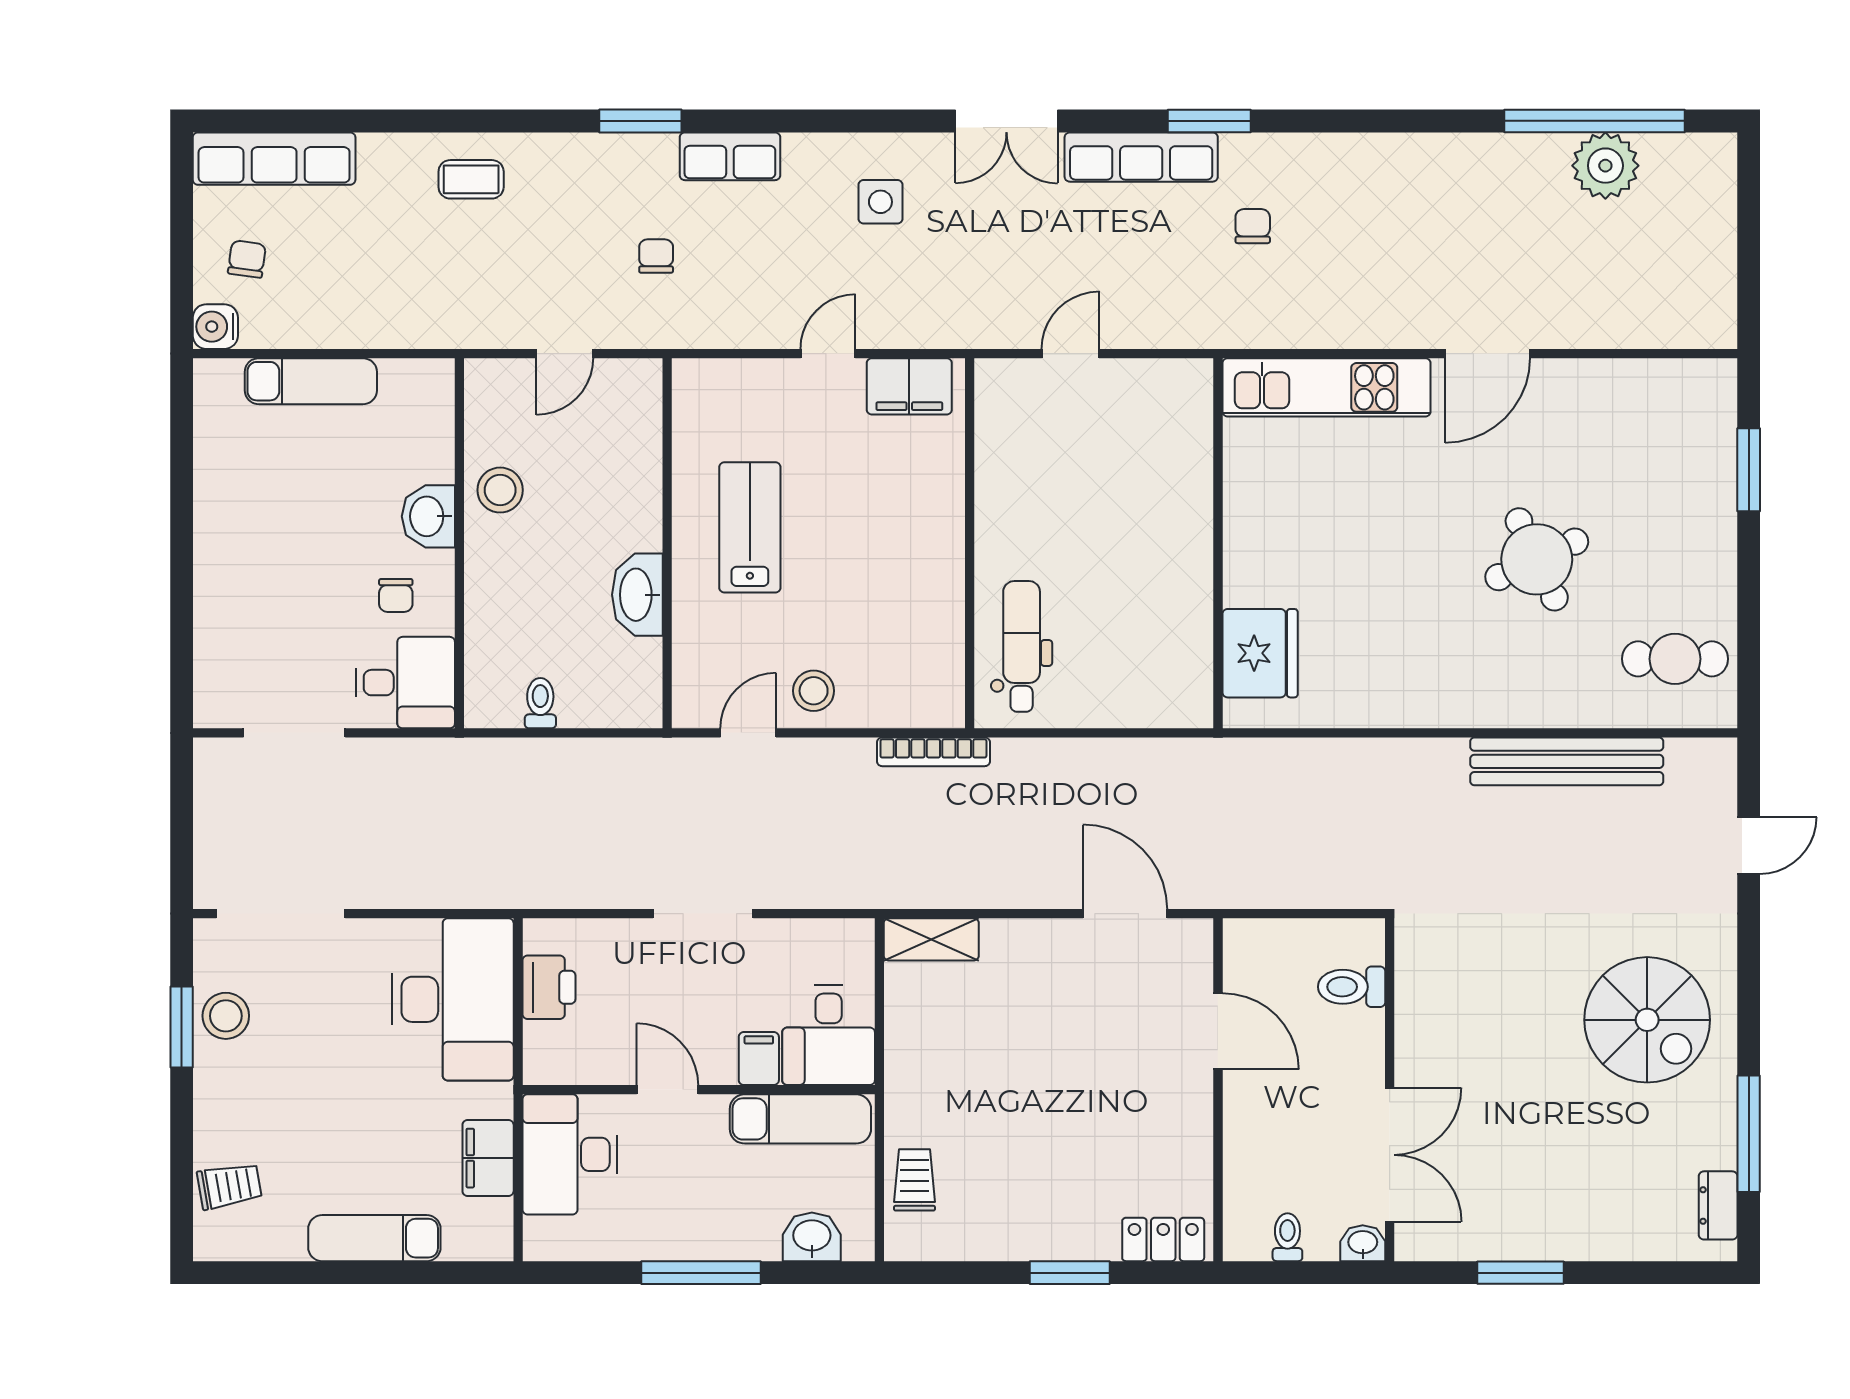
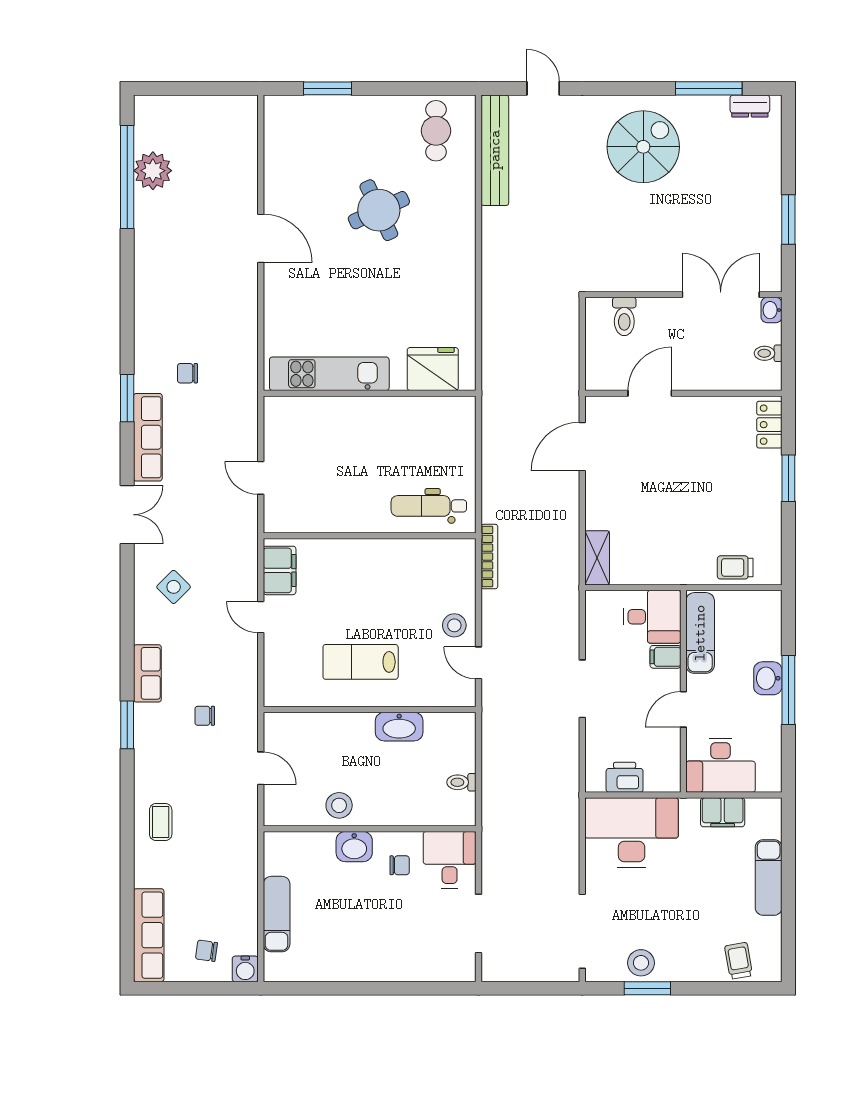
side table: (880, 202) -> (174, 587), turned 45
kitchen unit: (1326, 387) -> (329, 374), moved, turned -90
bench: (1567, 761) -> (495, 150), moved
washbasin: (812, 1237) -> (768, 678), moved

